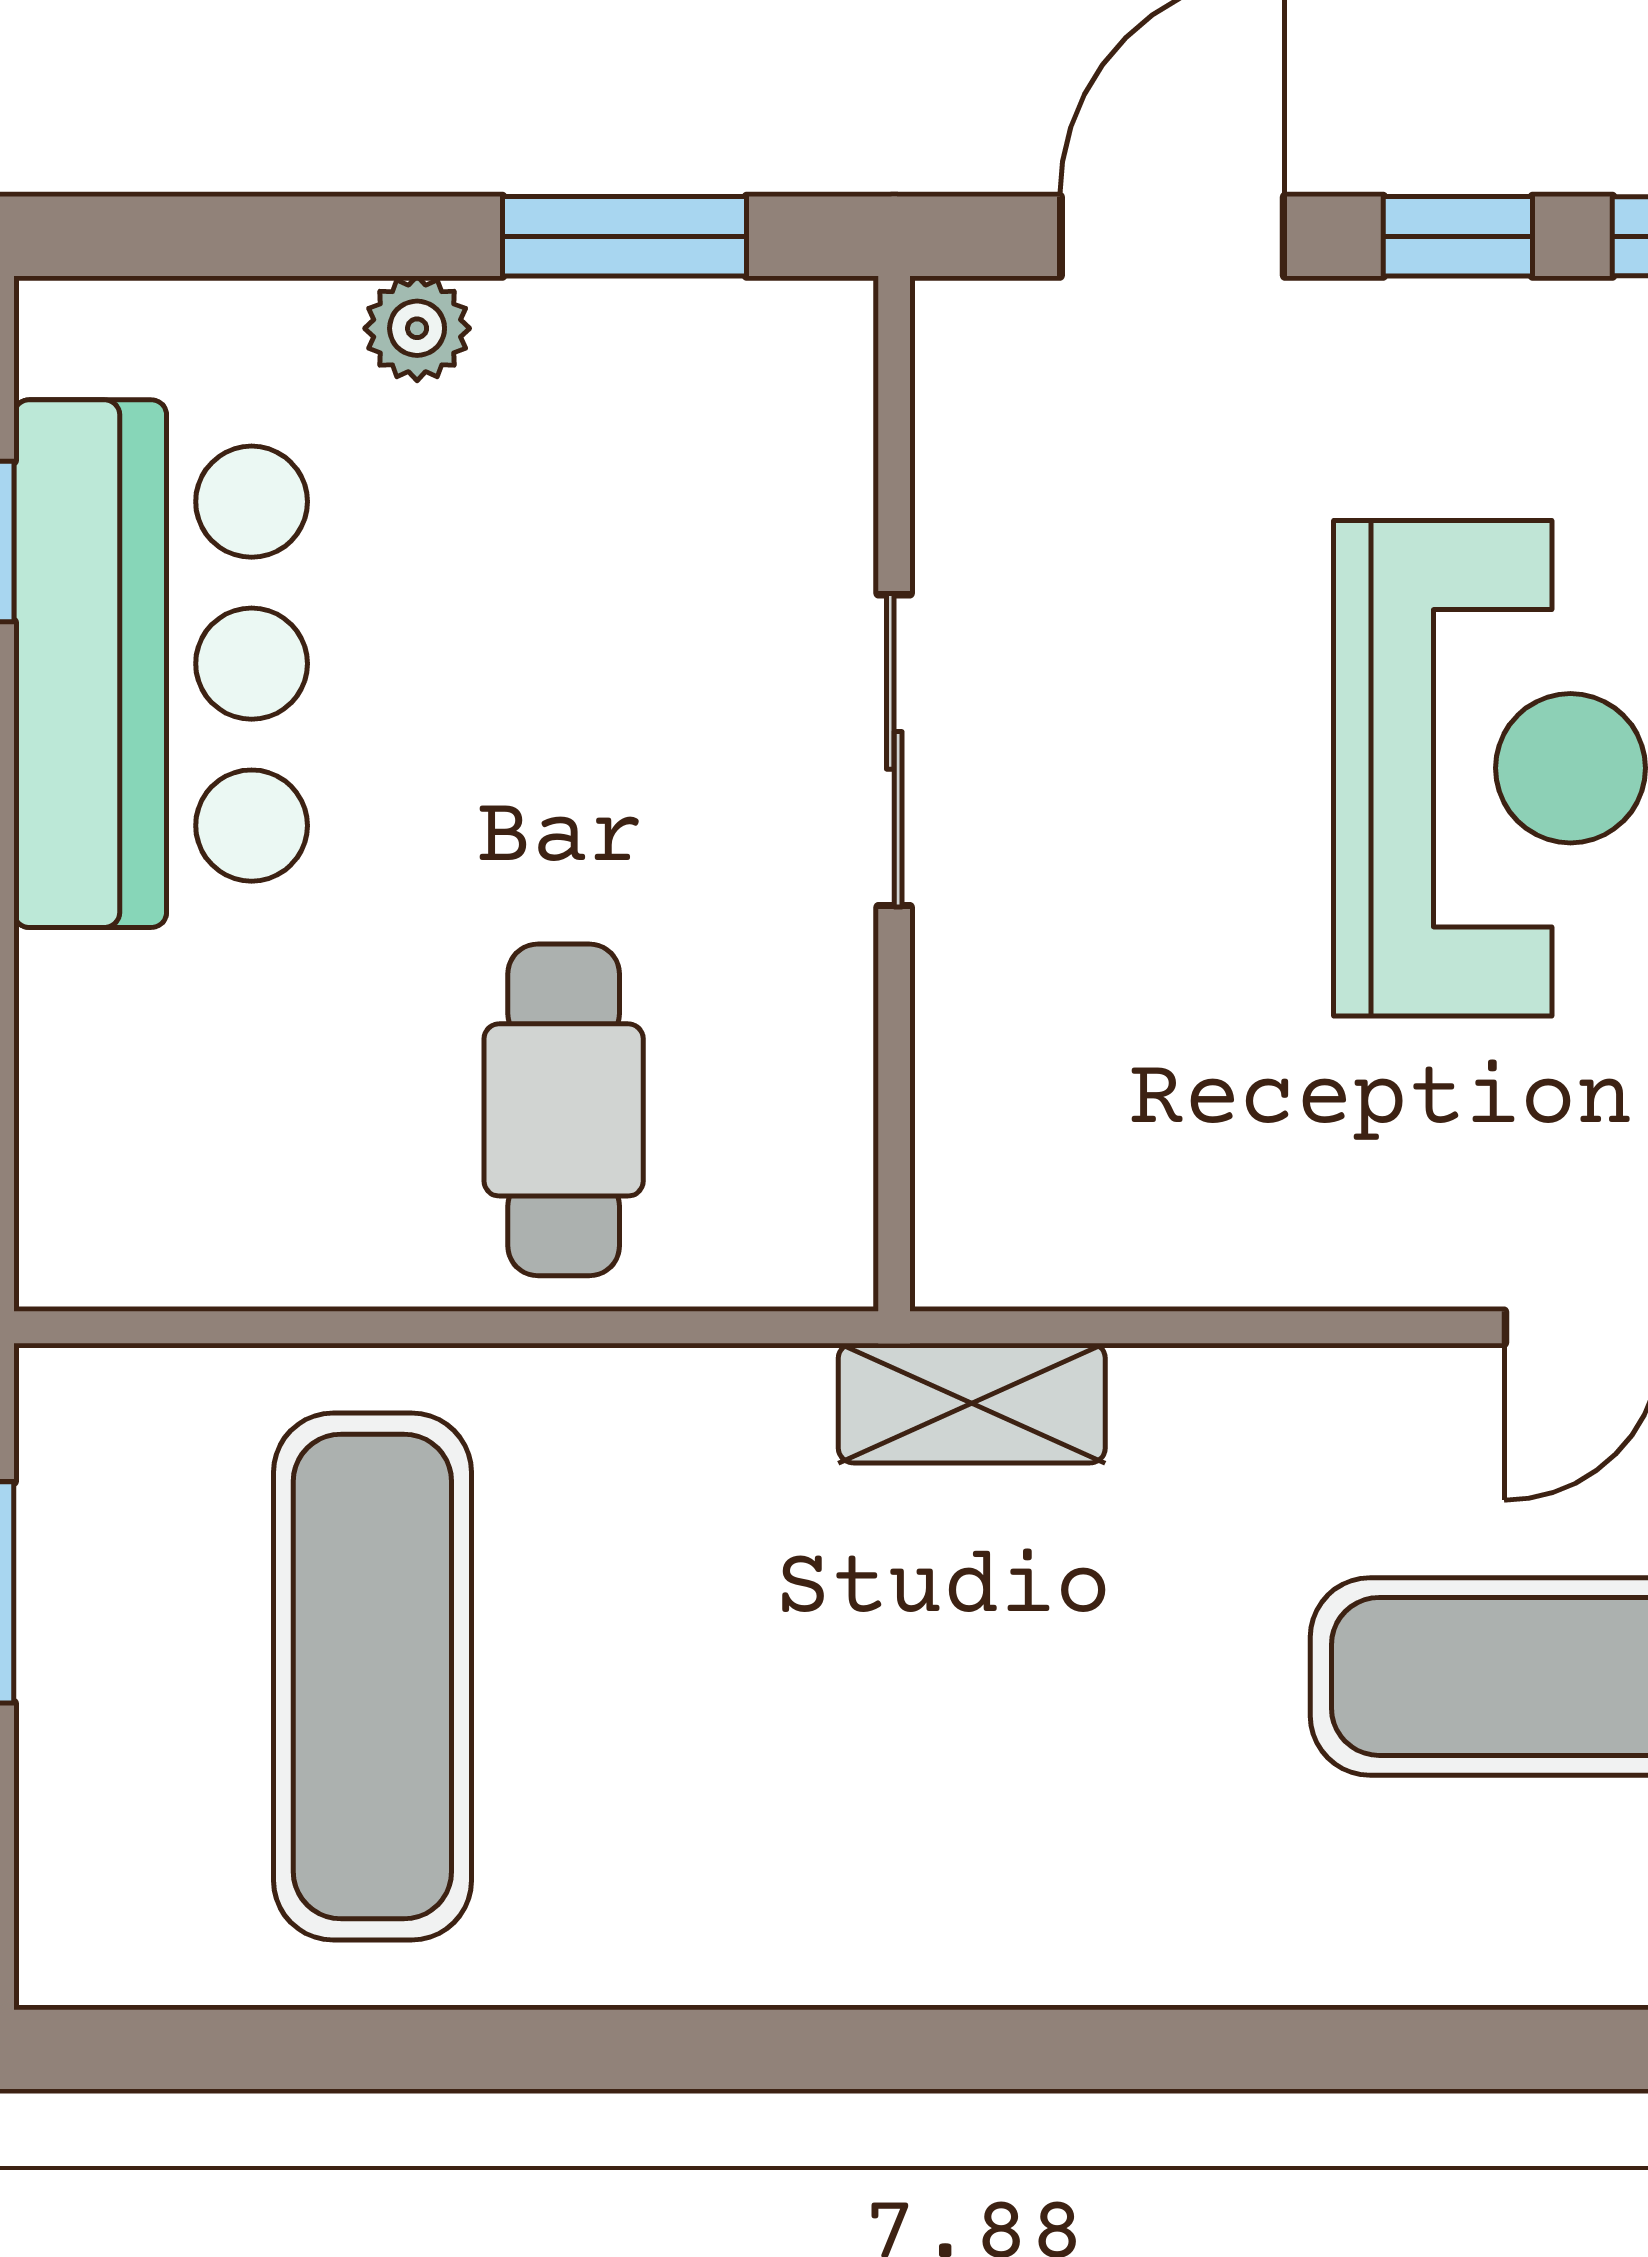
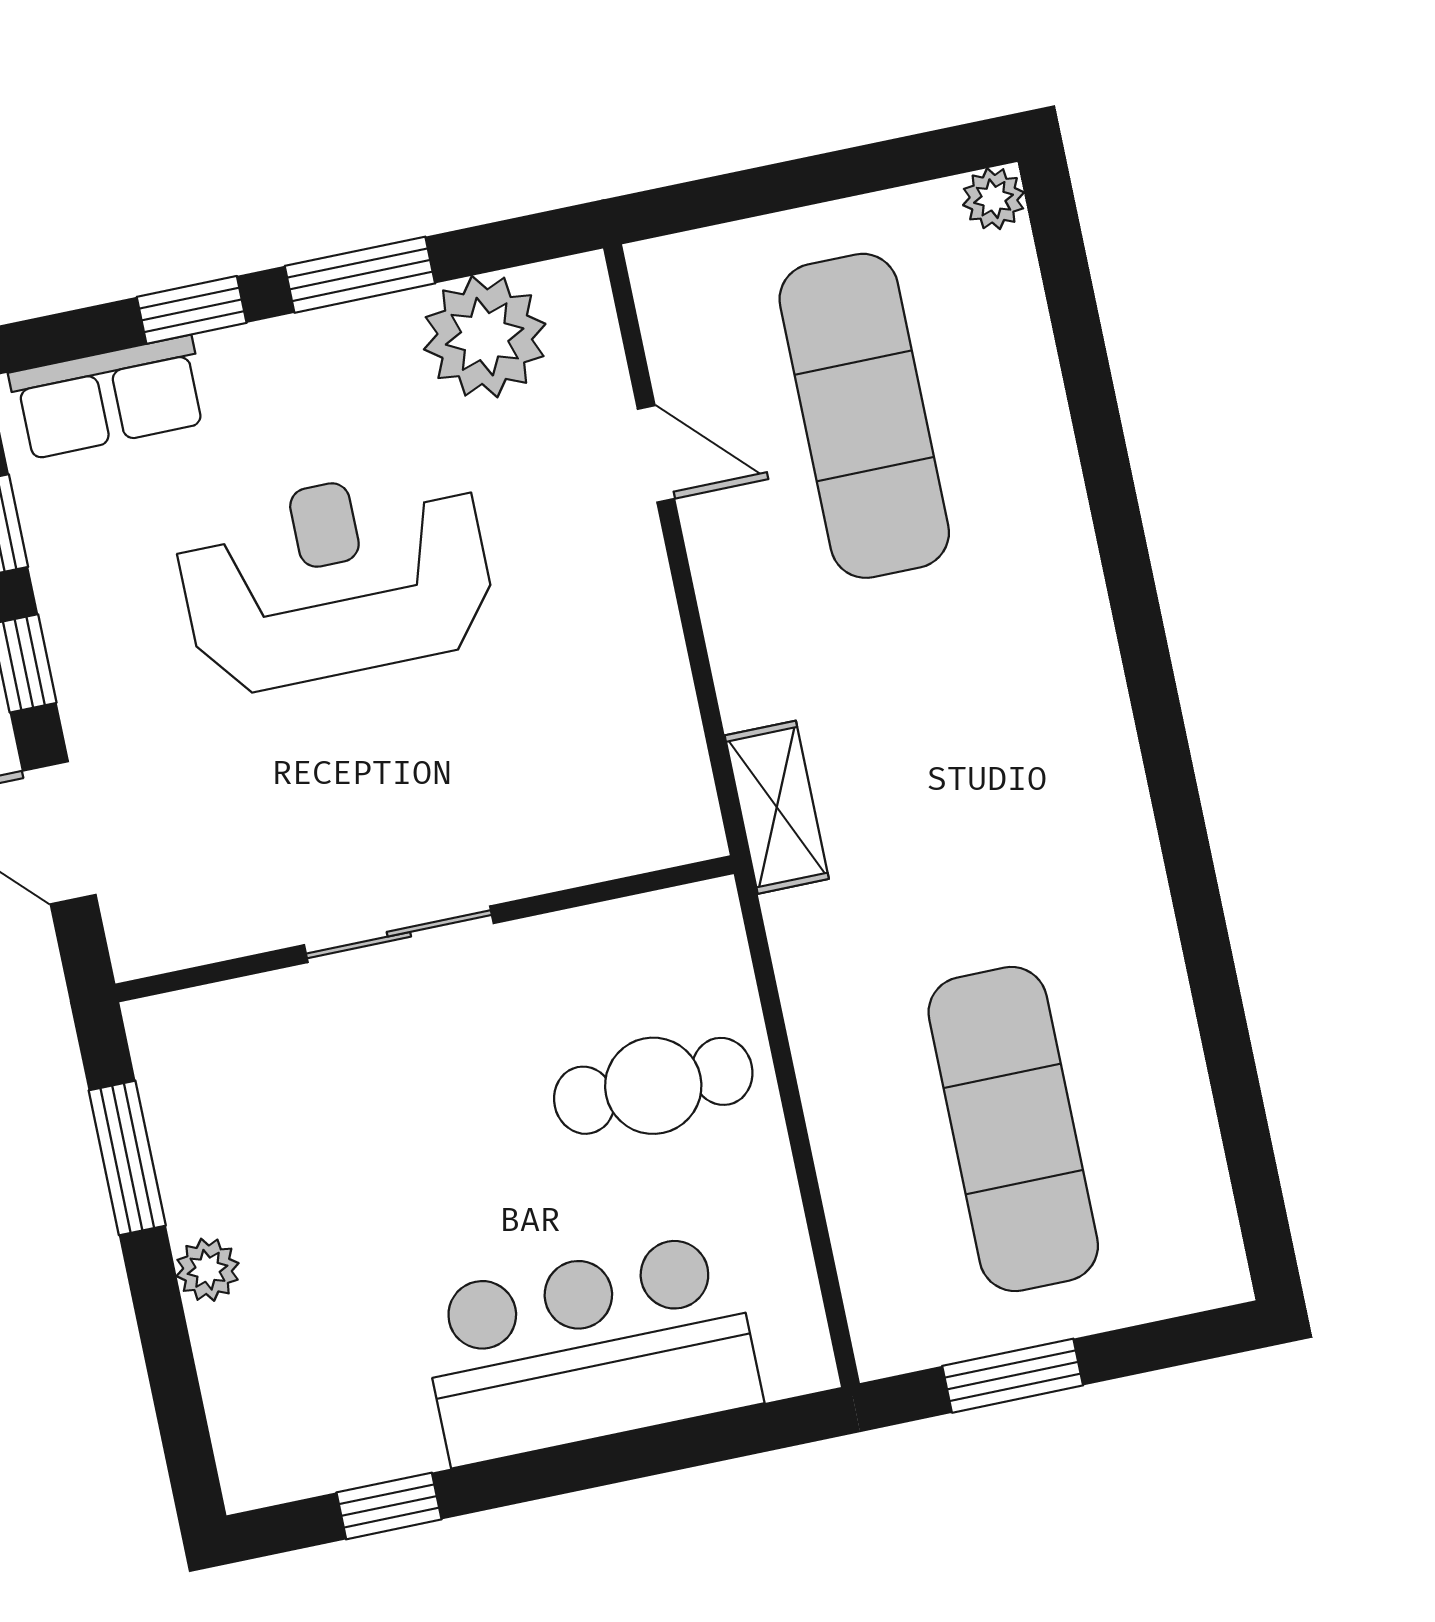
bar counter: (161, 664) -> (590, 1349), moved
exercise mat: (372, 1676) -> (1013, 1129), turned 90

